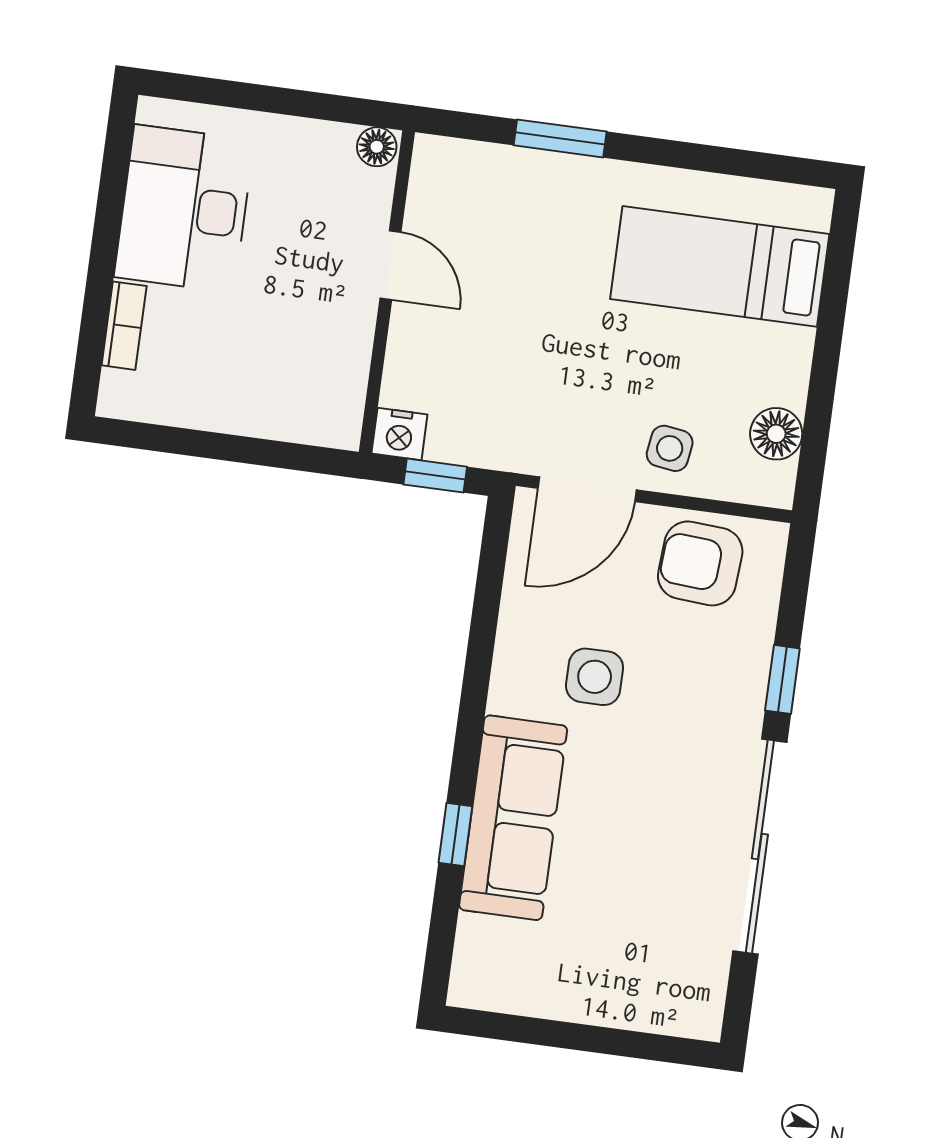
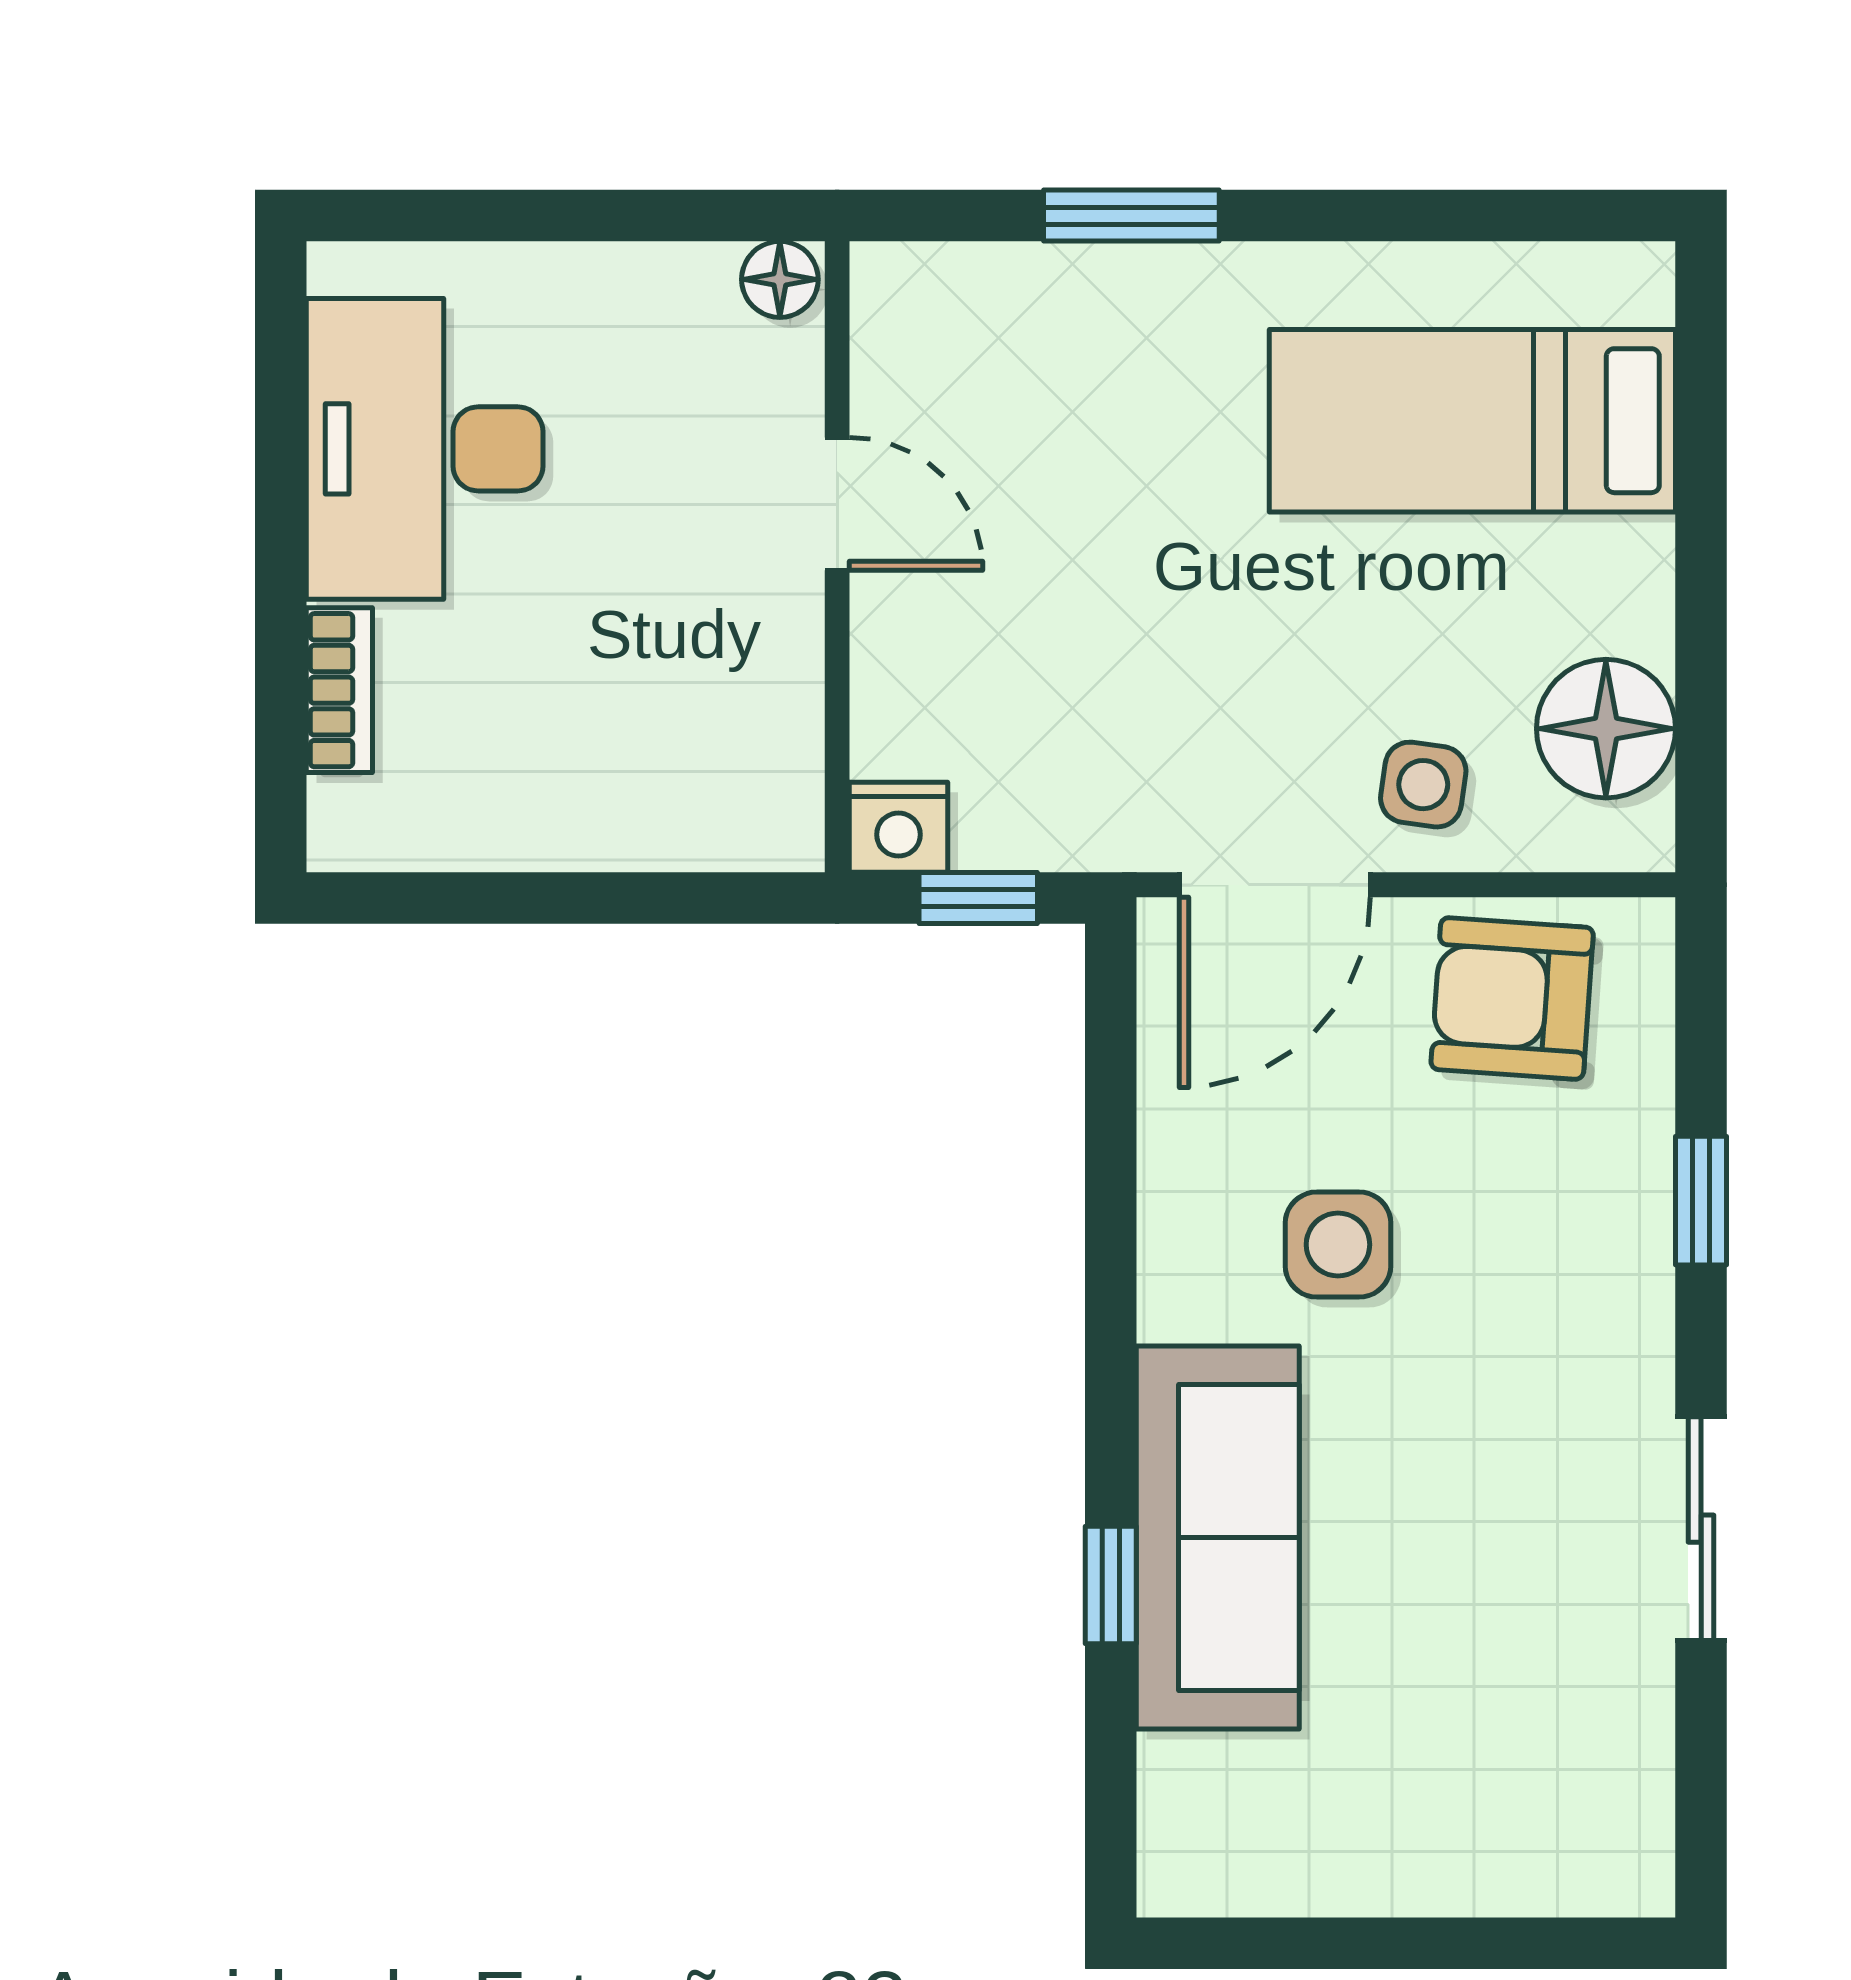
floor lamp: (776, 434) -> (1606, 729), width x1.38, depth x1.38
sliding door: (760, 847) -> (1701, 1529), width x0.54

